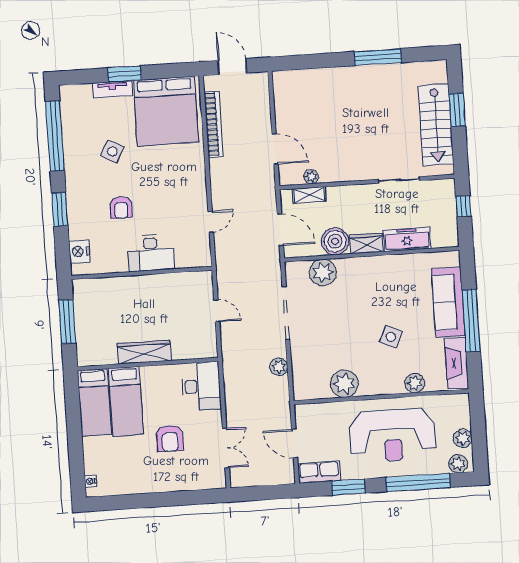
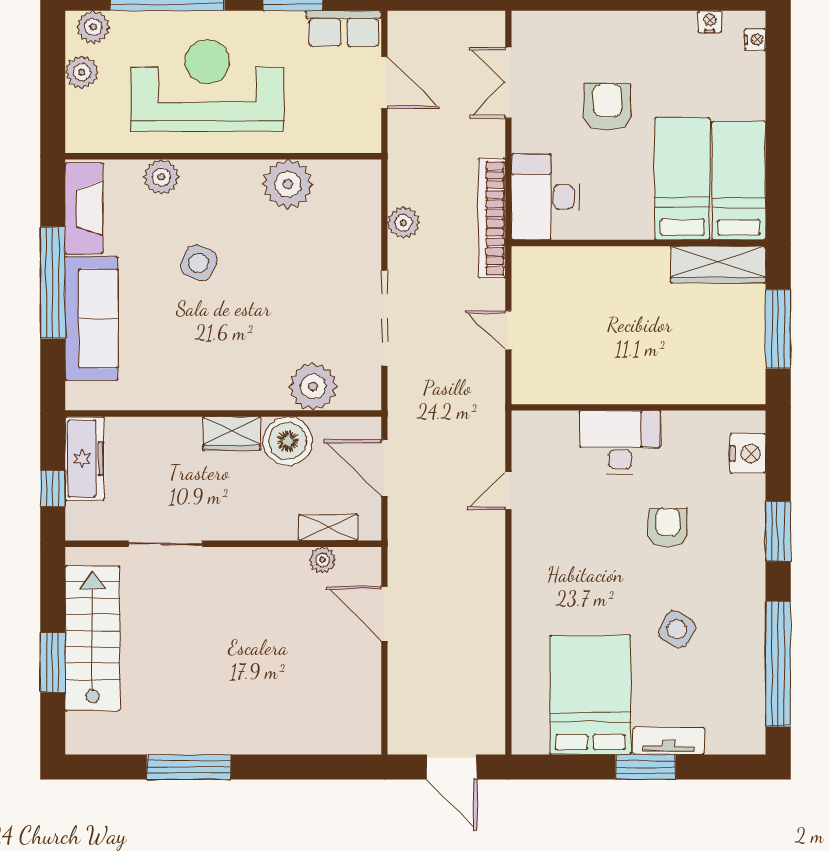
bed: (166, 111) -> (591, 695), width x0.73
bookcase: (214, 124) -> (492, 218), moved
freezer: (407, 239) -> (85, 459), moved, turned -90
wardrobe: (144, 352) -> (718, 265), moved
nightstand: (116, 489) -> (710, 22), added

